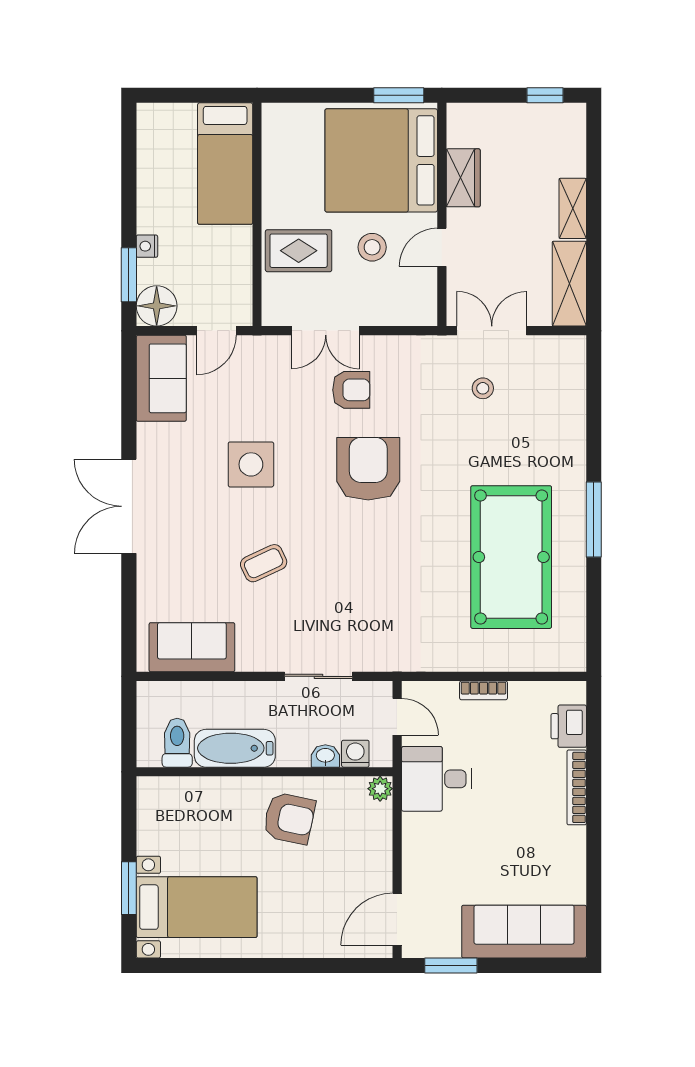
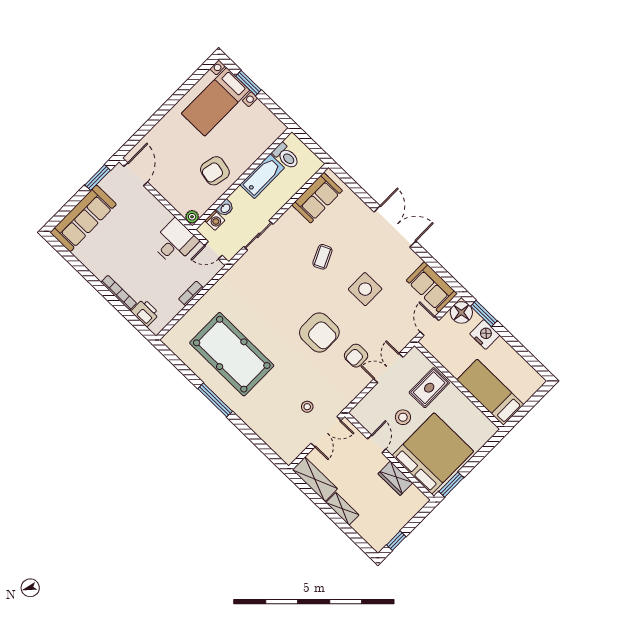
nightstand: (147, 246) -> (485, 334), width x1.89, depth x1.79

